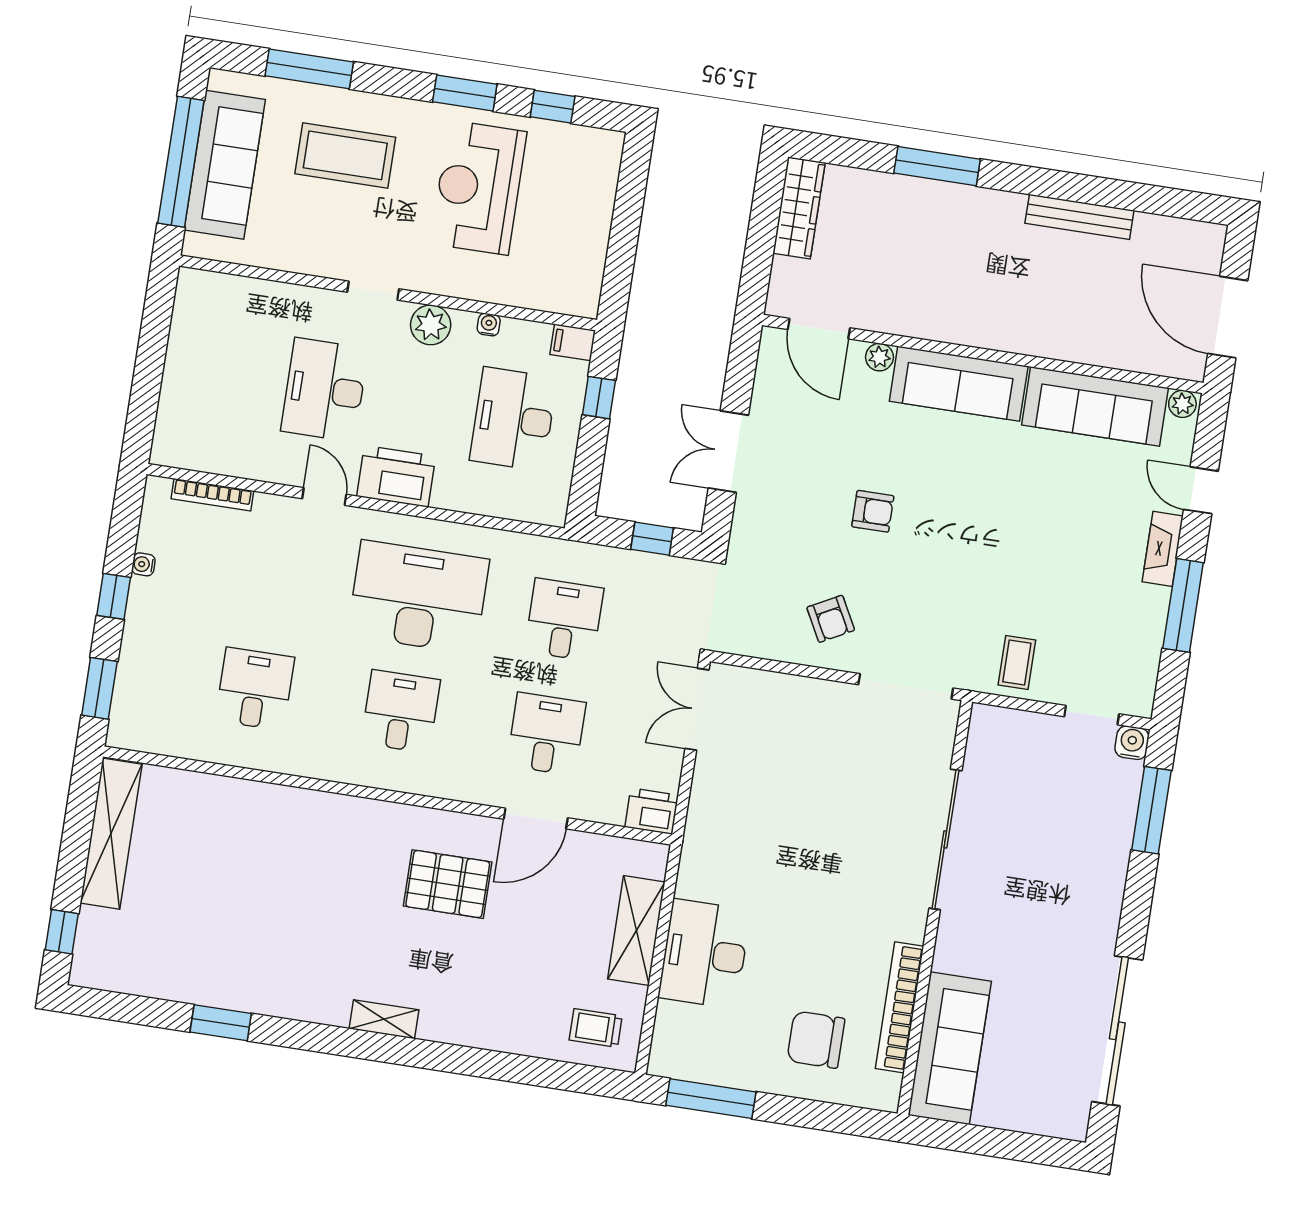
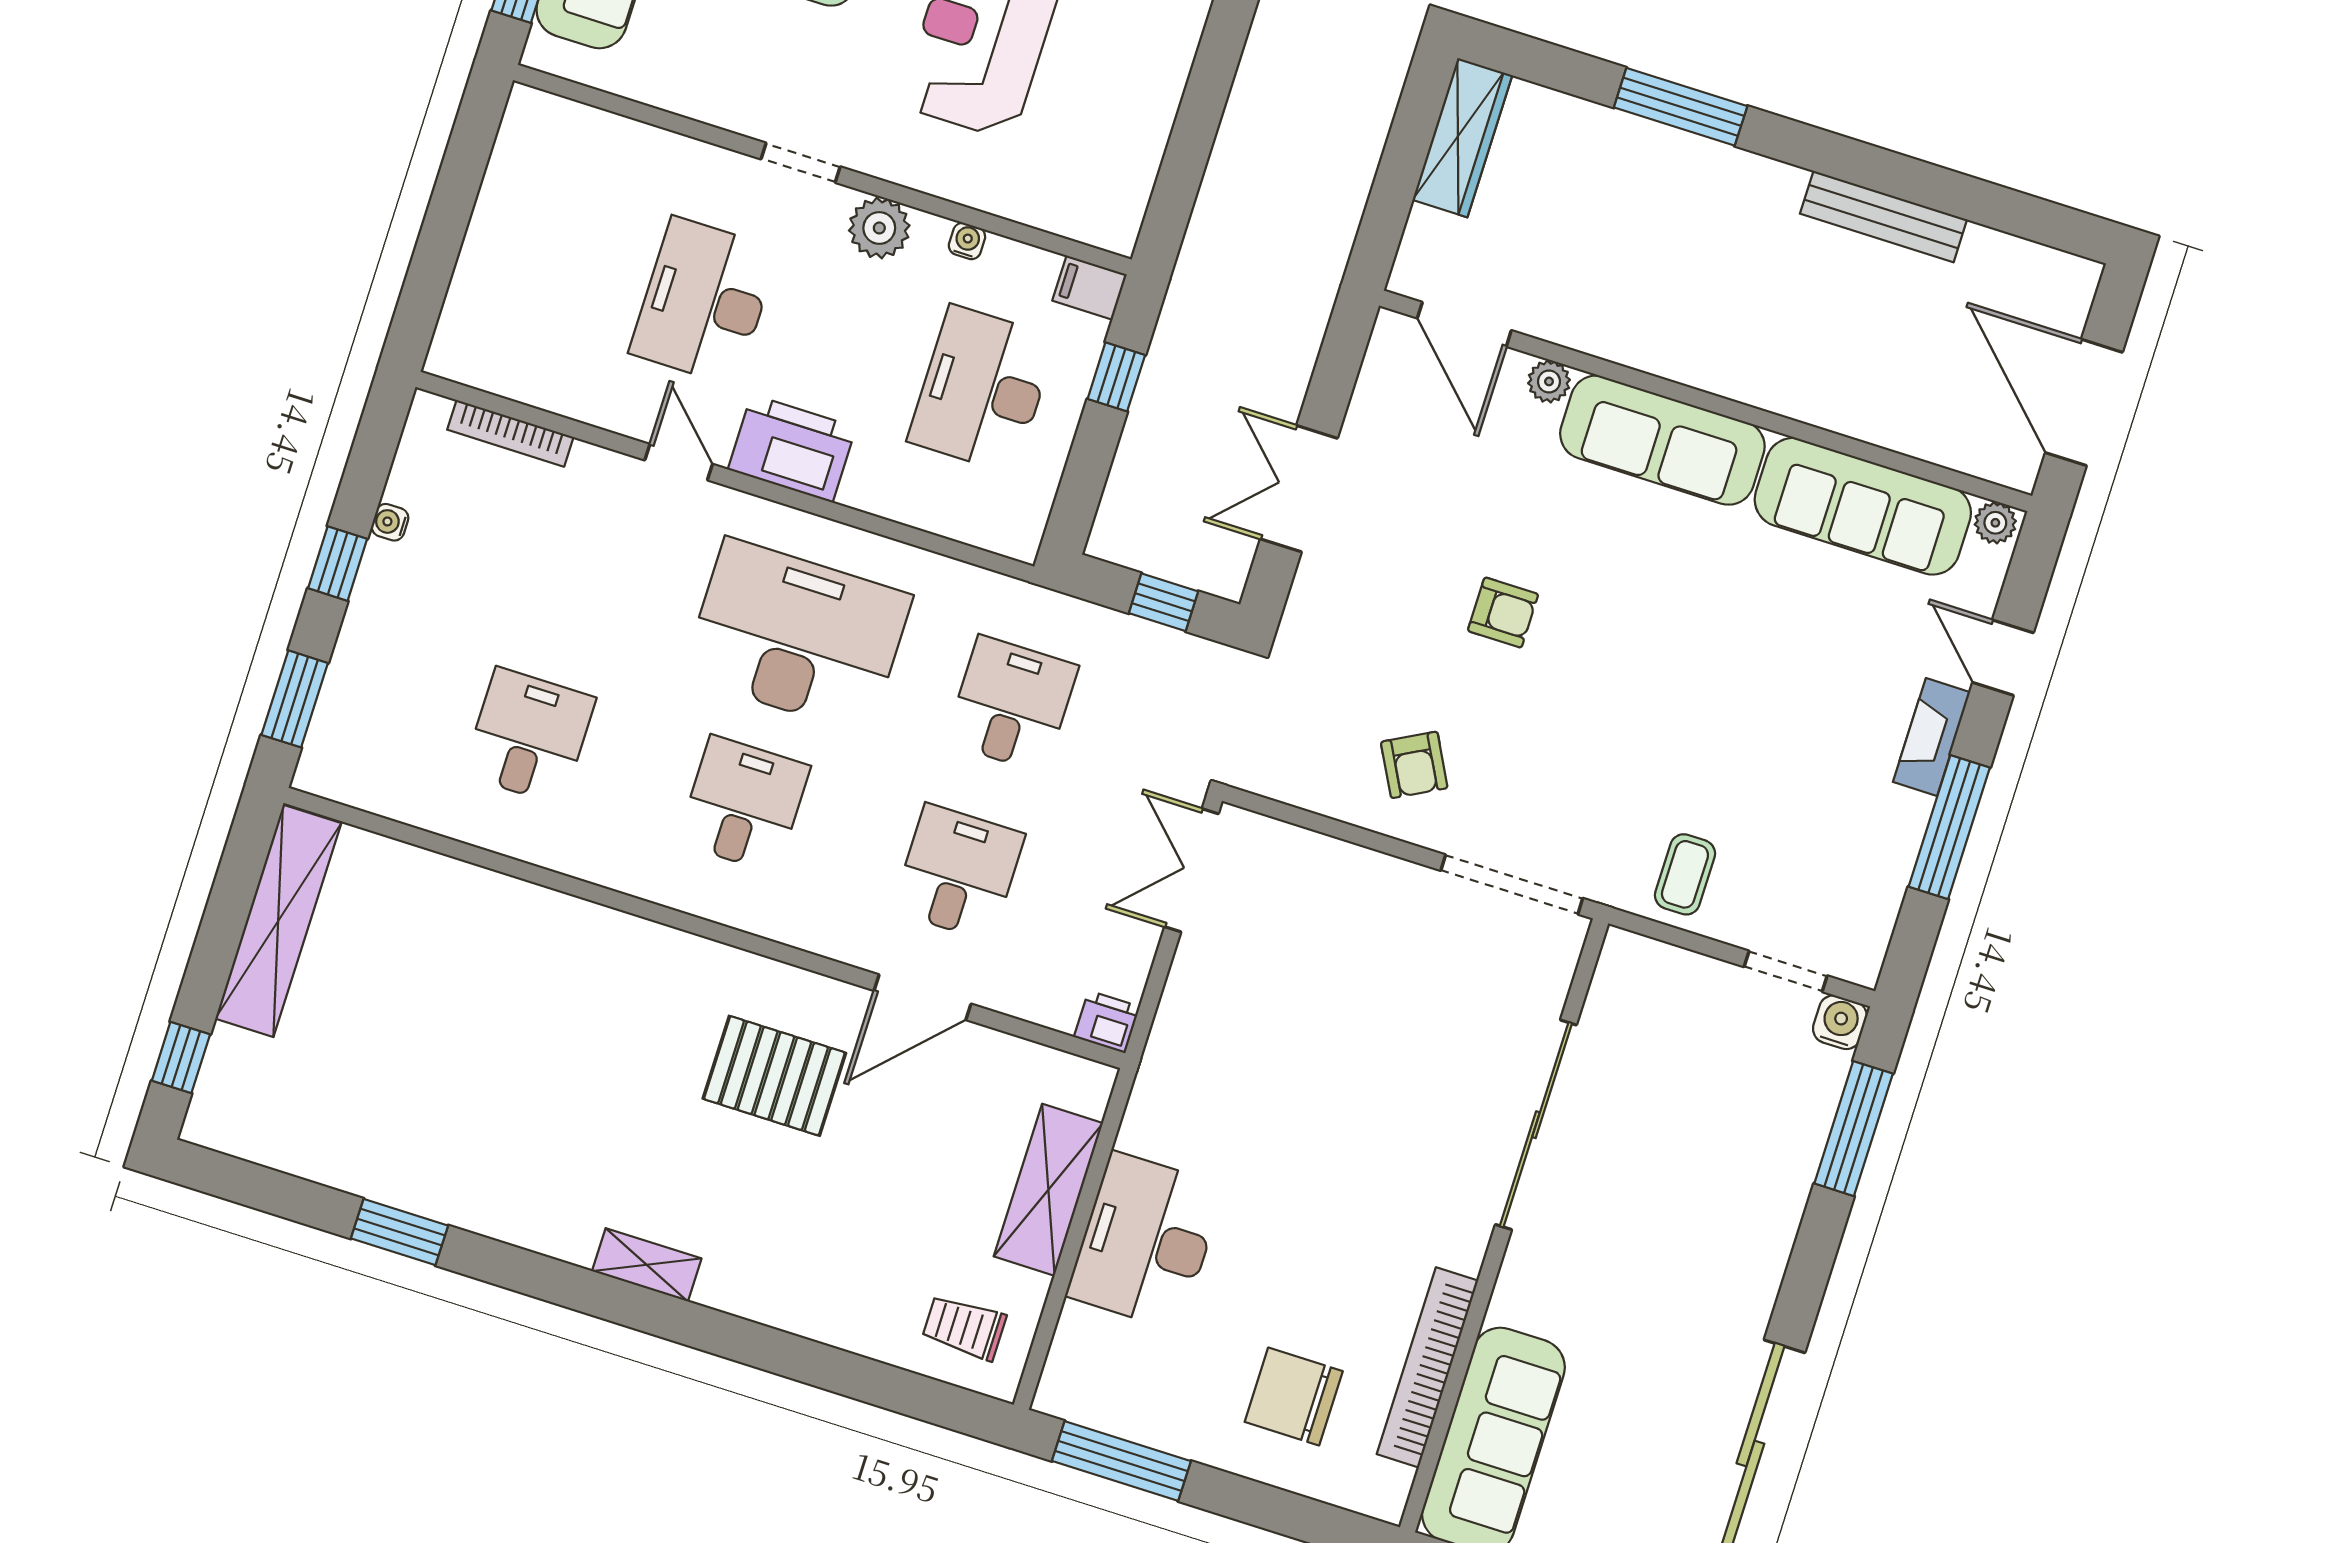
printer: (652, 811) -> (1107, 1022), width x0.73, depth x0.81

